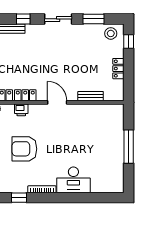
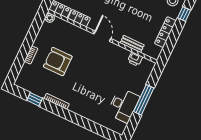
locker: (118, 69) -> (165, 32), width x1.53
printer: (21, 110) -> (135, 59), moved
desk: (73, 180) -> (123, 105), moved, turned -90

